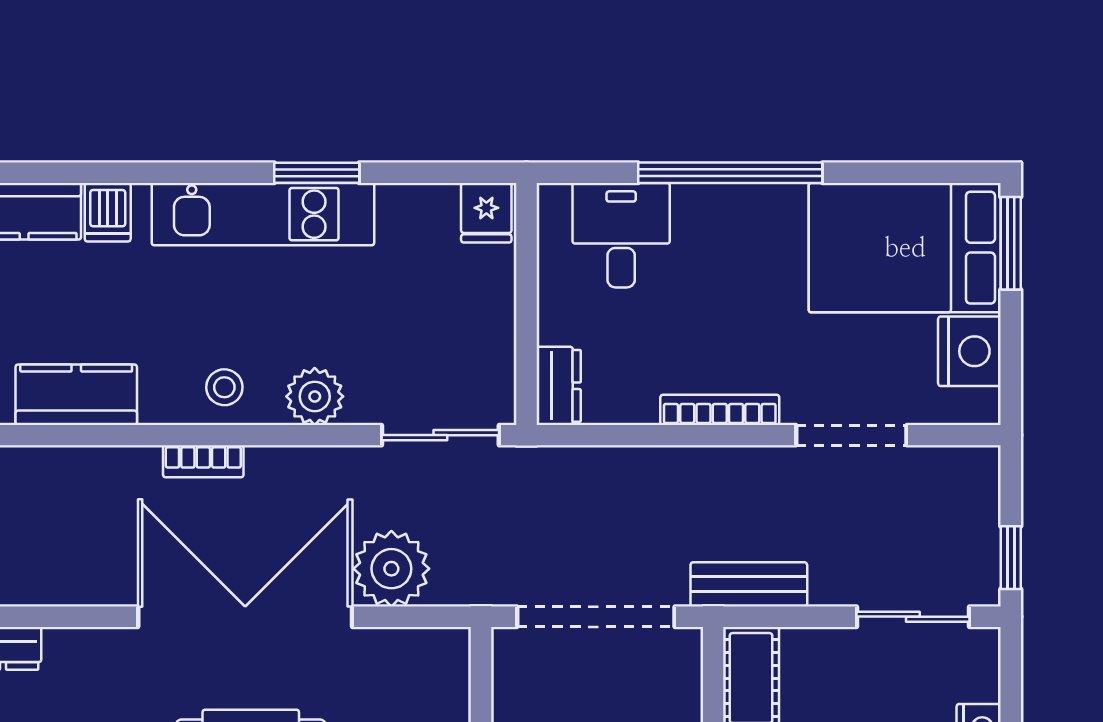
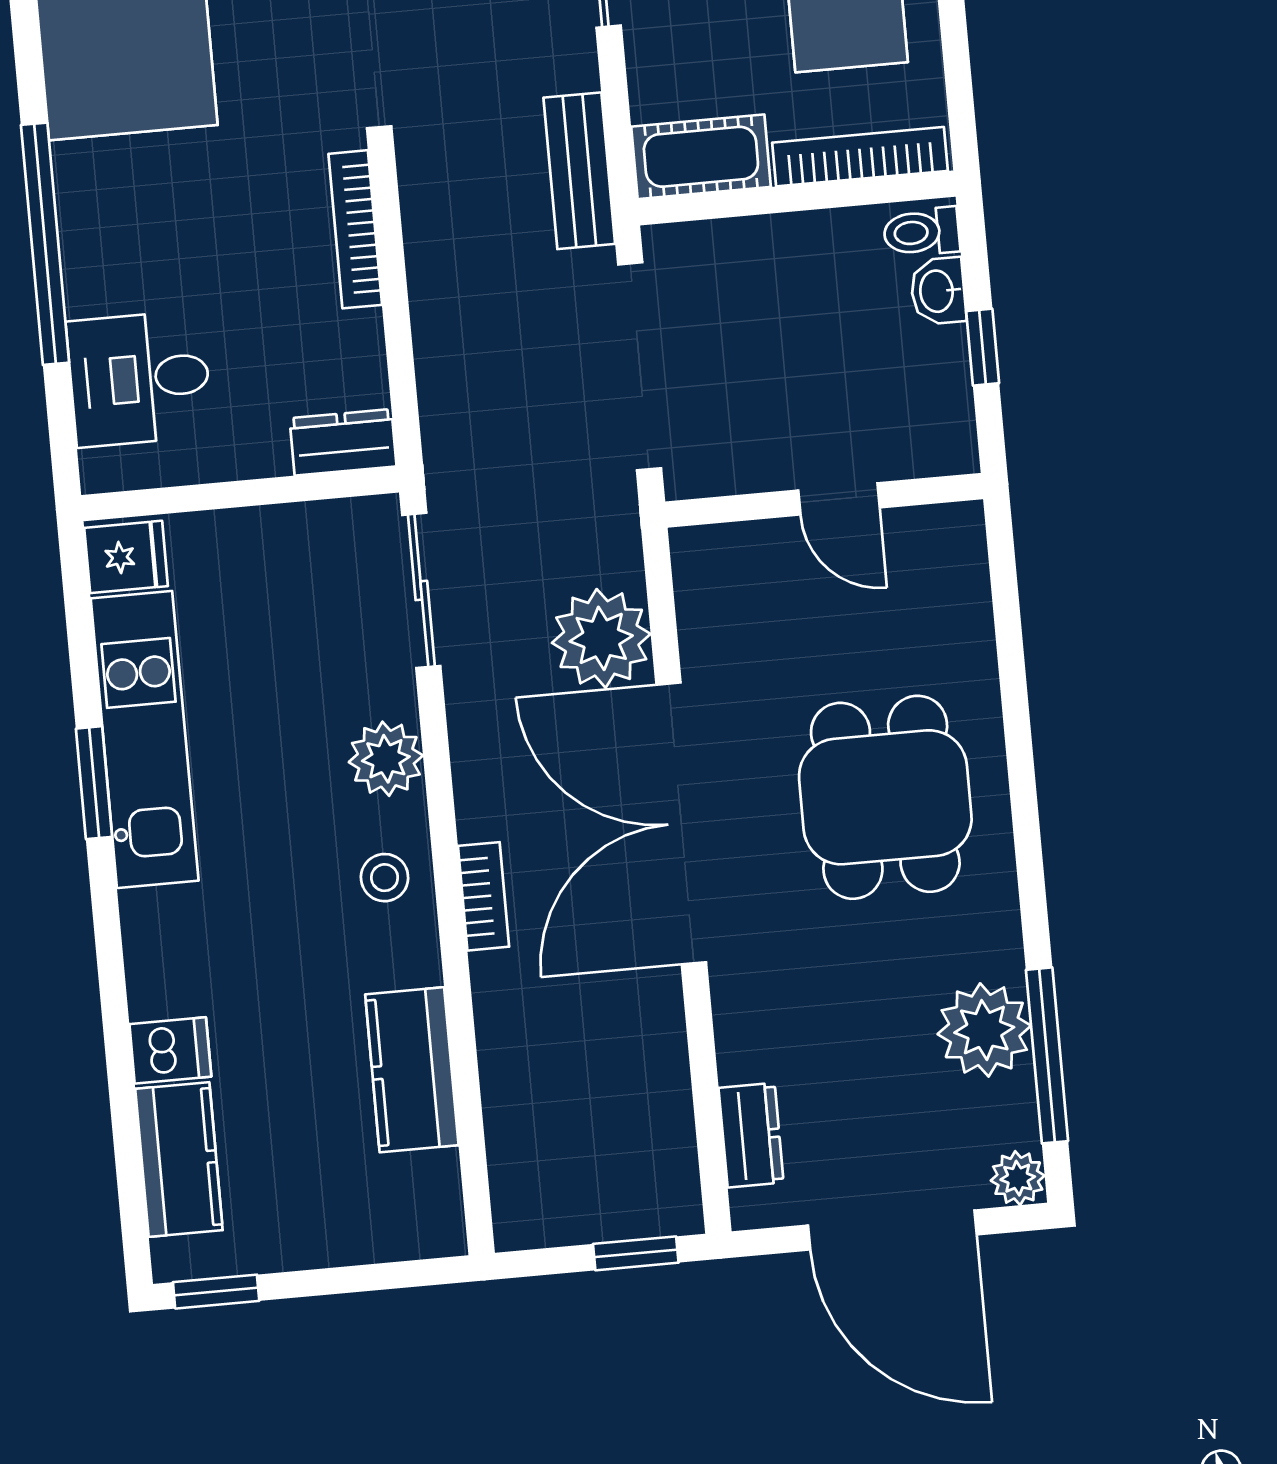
kitchen unit: (263, 214) -> (145, 740), moved

